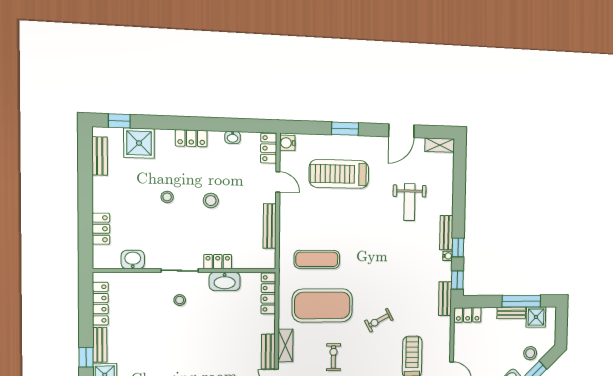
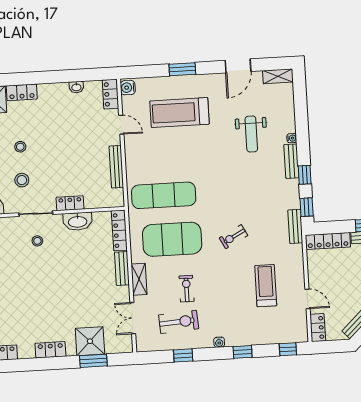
locker: (191, 138) -> (22, 92), moved
stool: (211, 201) -> (22, 180), moved
water cooler: (448, 256) -> (292, 138), moved
exercise mat: (317, 259) -> (164, 195), width x1.36, depth x1.45
locker: (468, 315) -> (328, 241), width x1.53
exercise bike: (379, 320) -> (233, 237), moved
bench: (268, 351) -> (122, 269), moved

